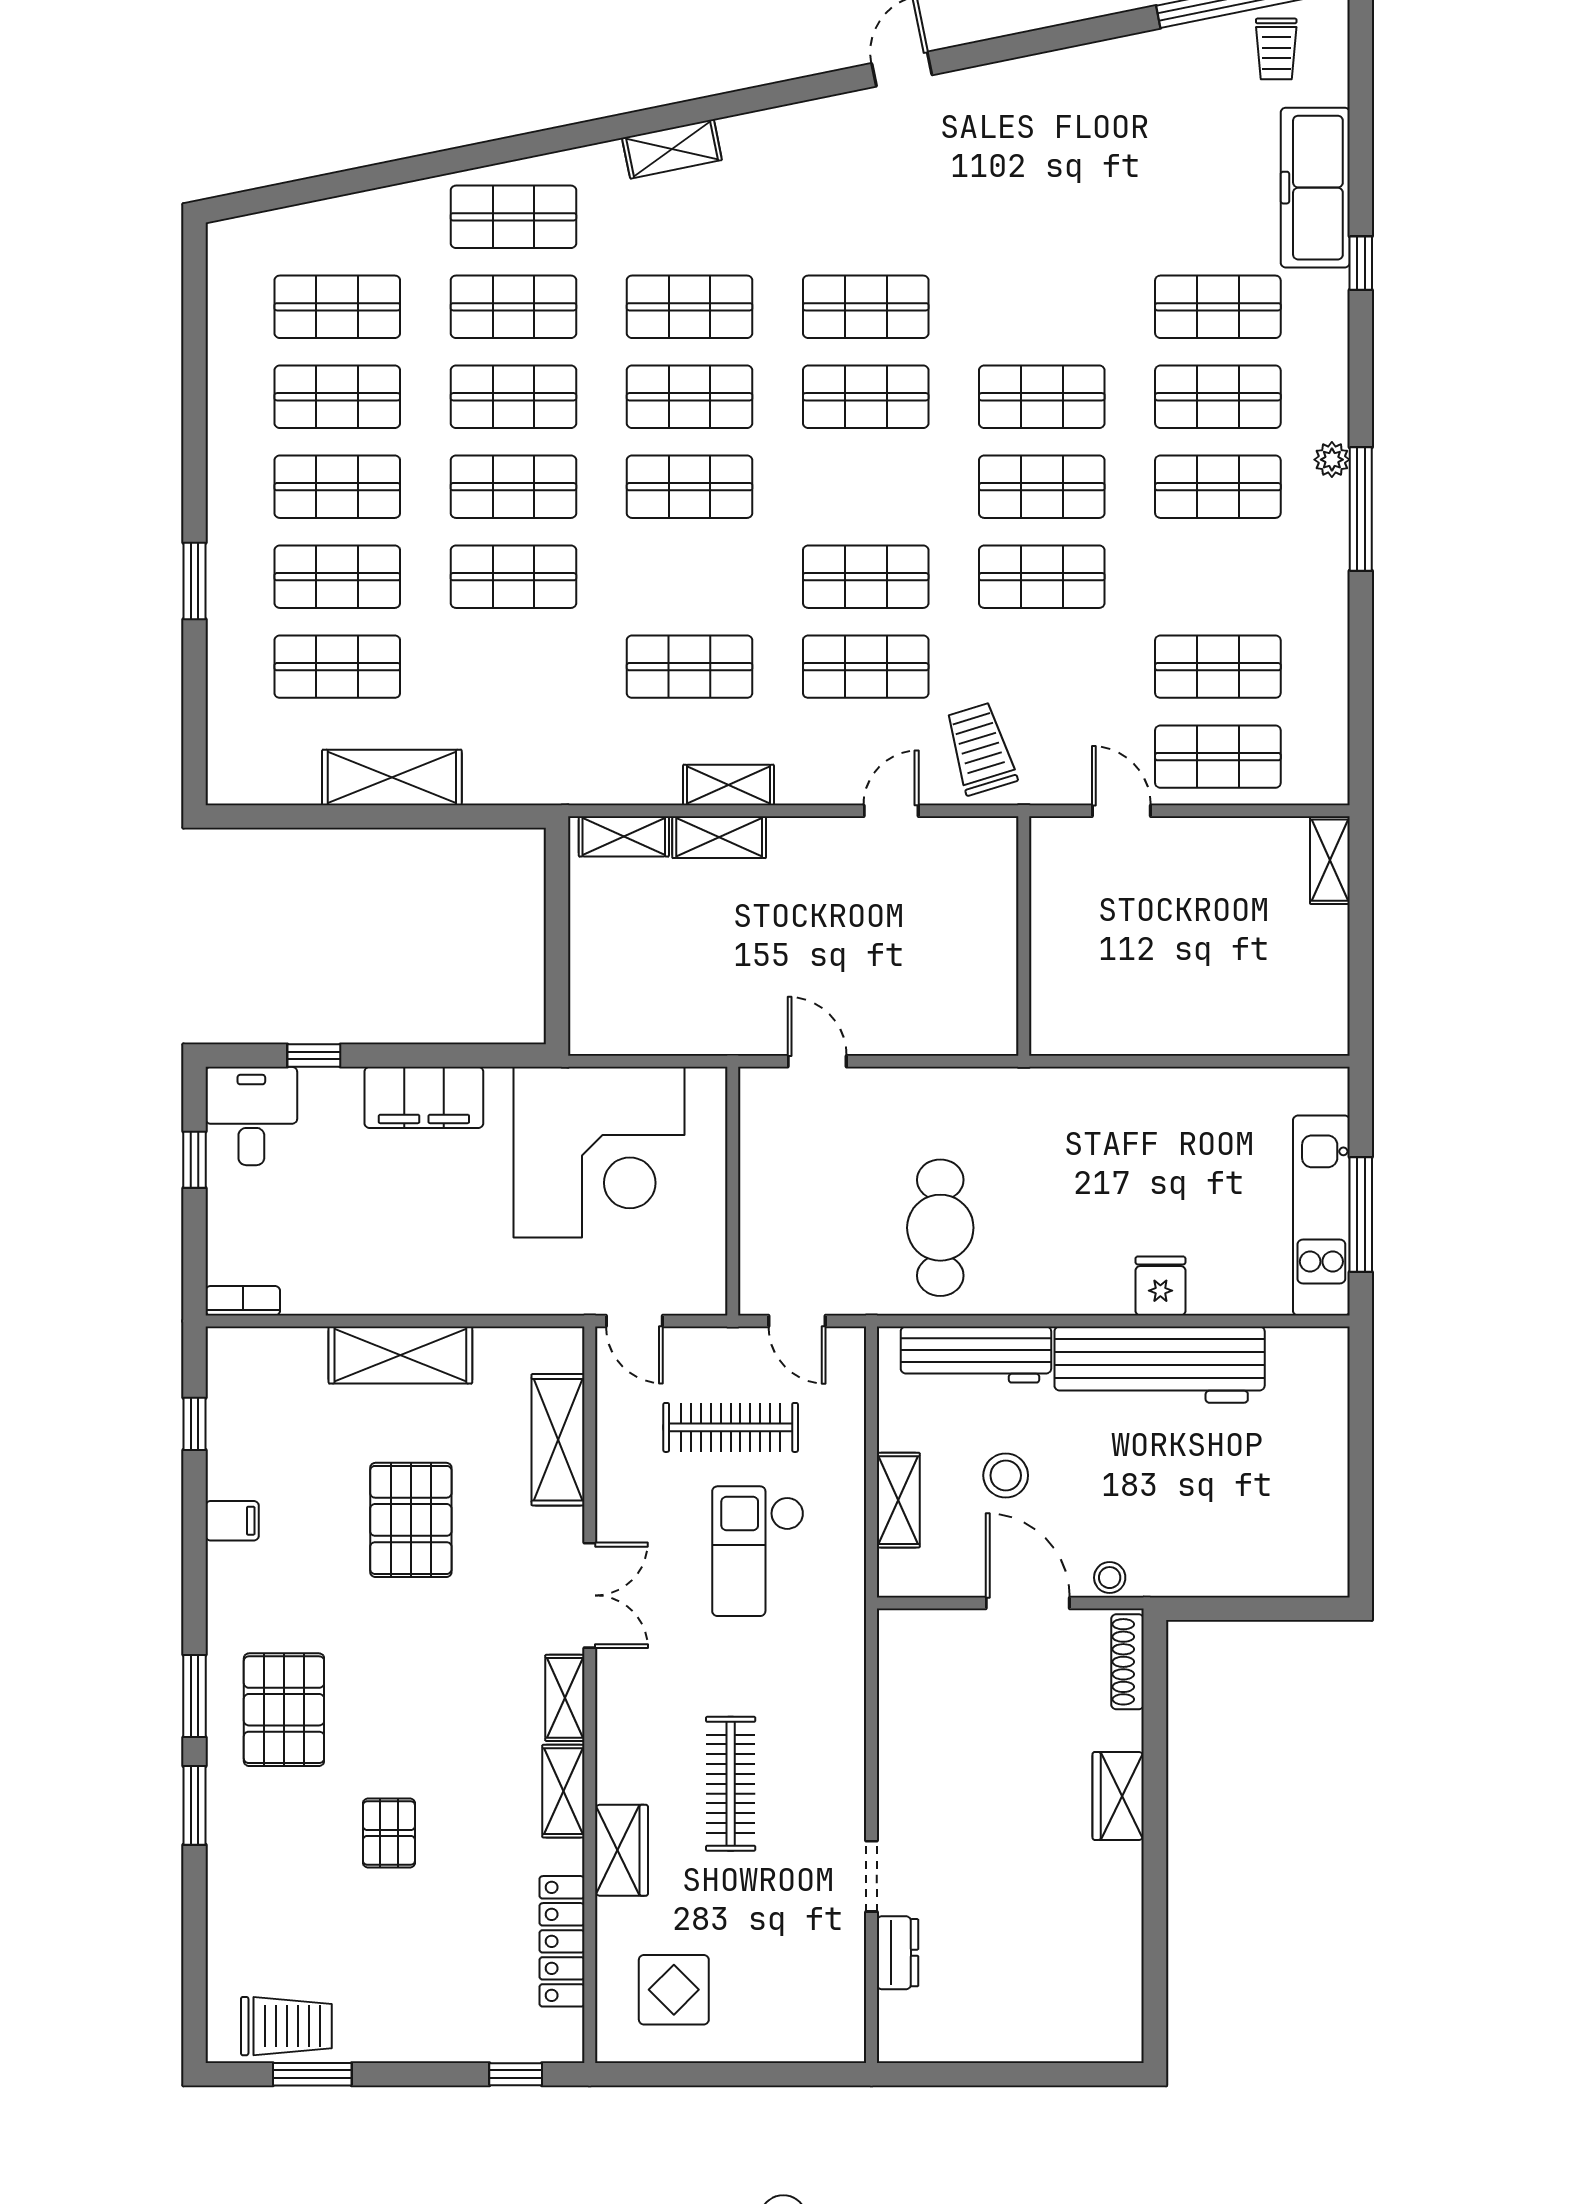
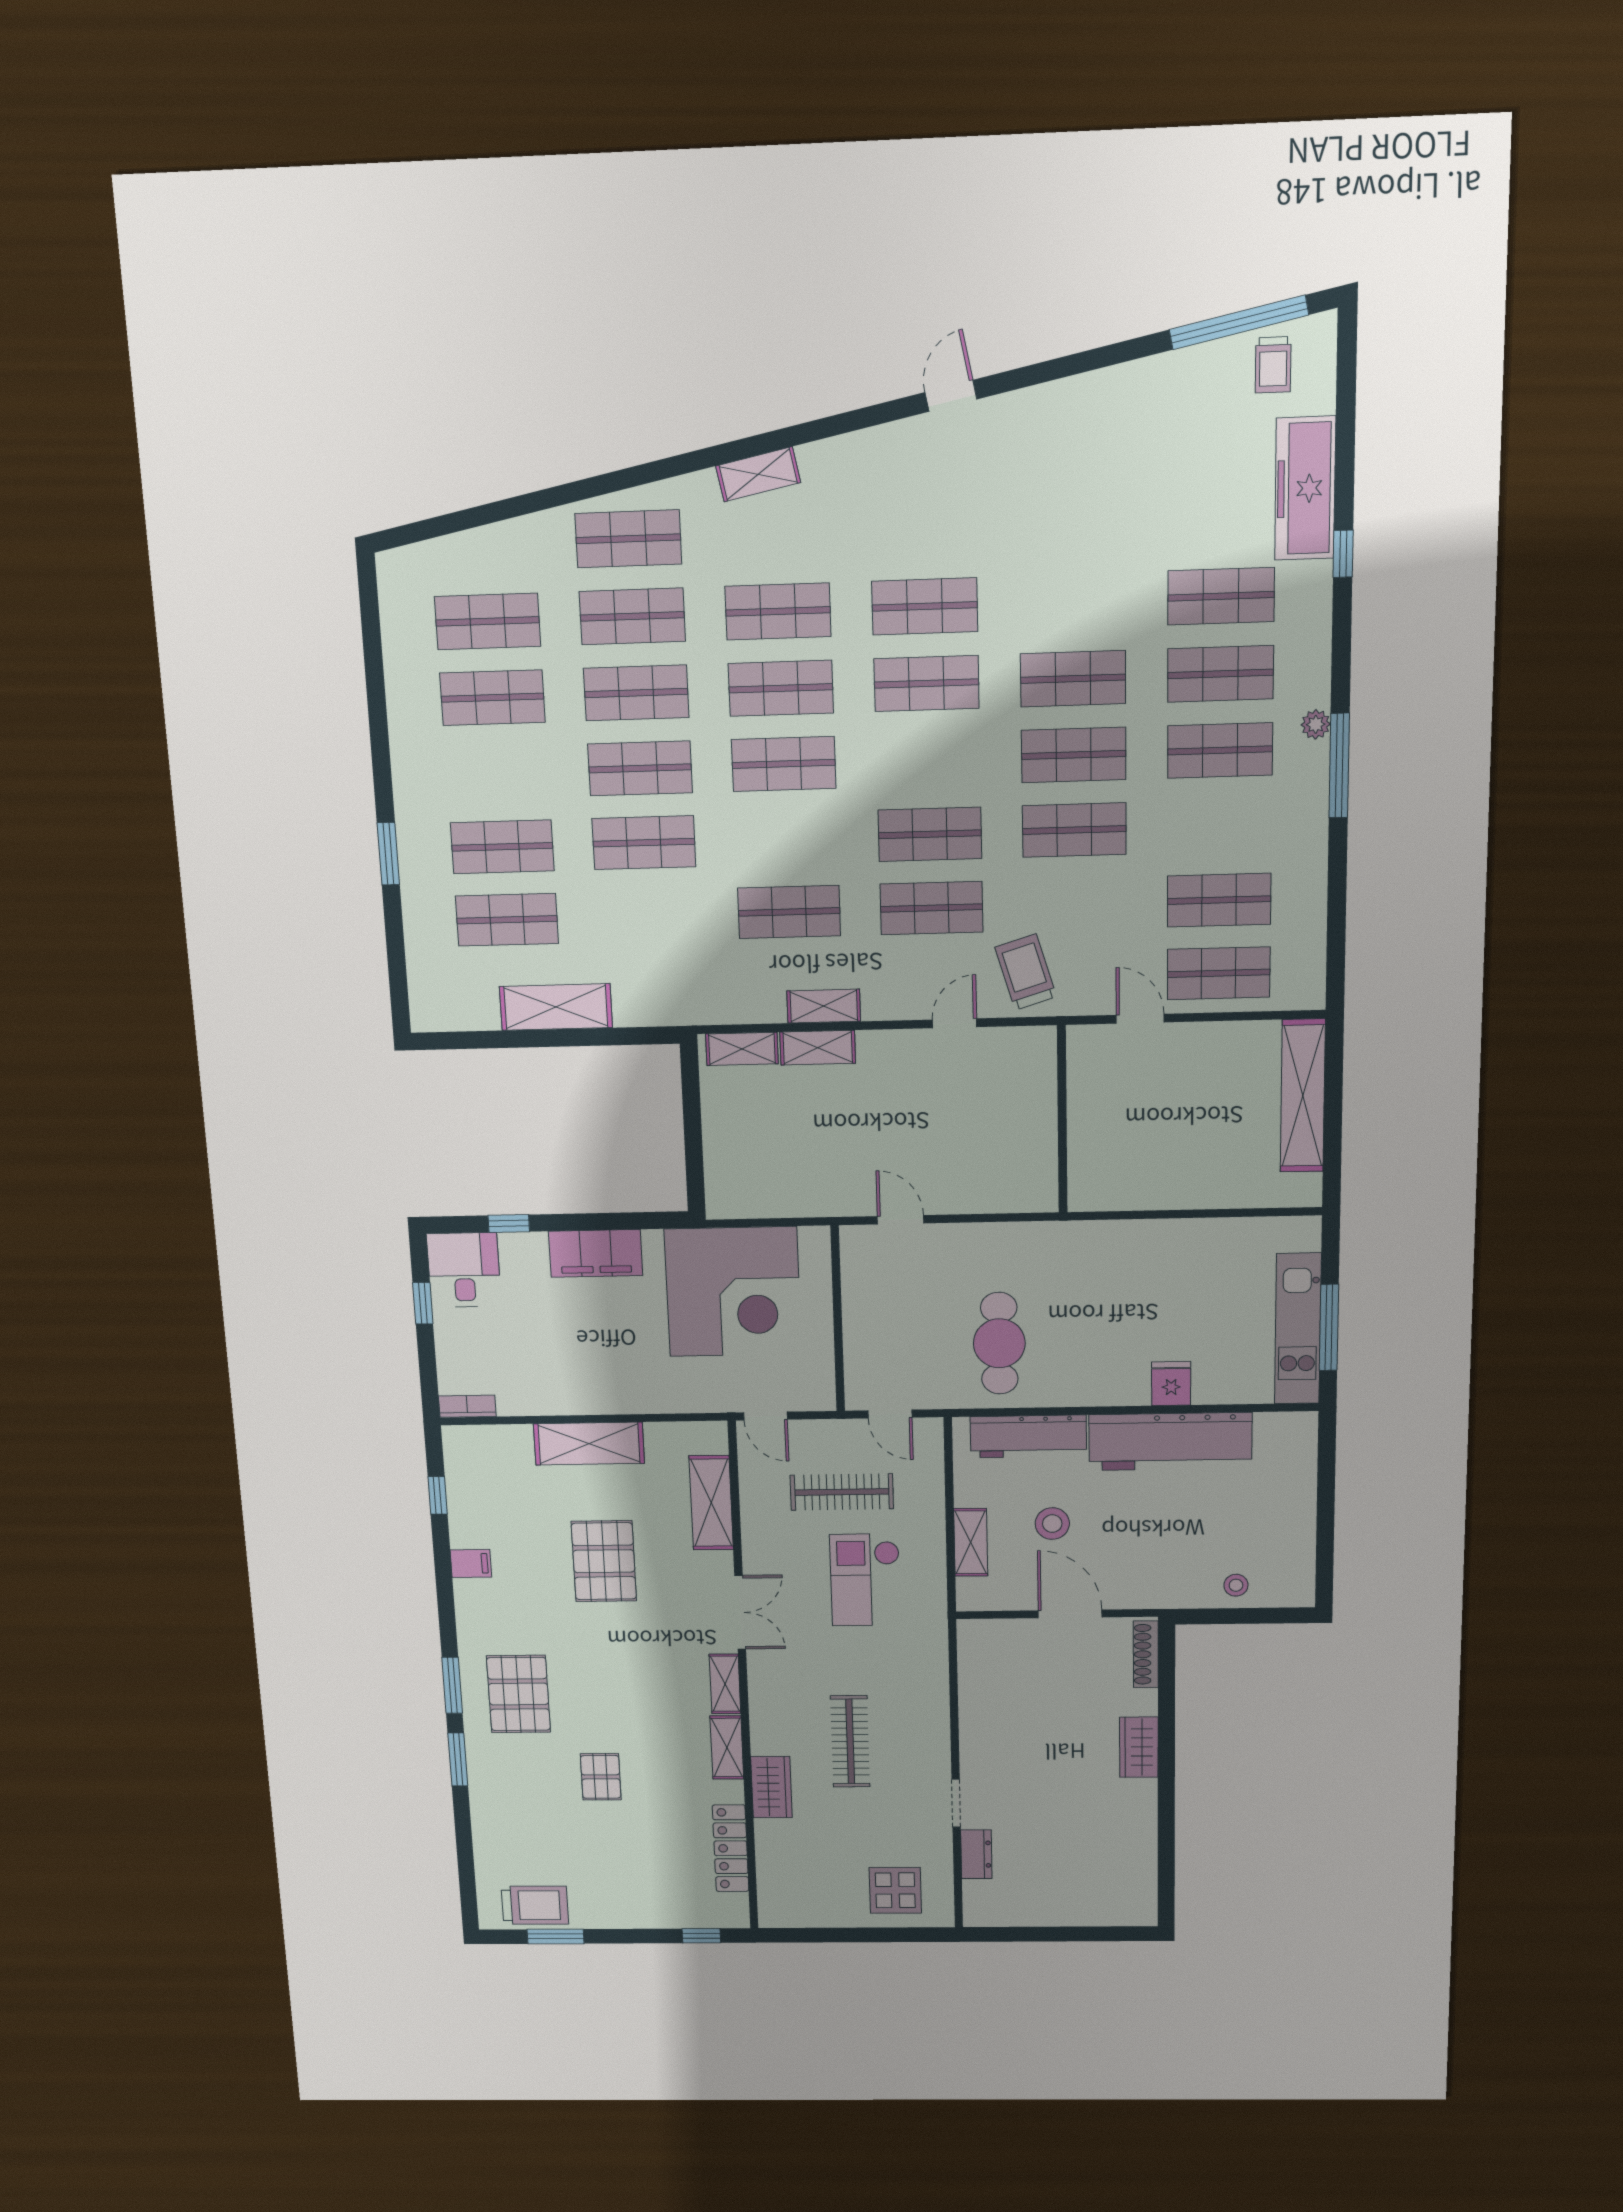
shop shelf: (337, 487) -> (497, 773), removed
shelving: (1330, 860) -> (1303, 1096), width x2.20, depth x1.33
stool: (1110, 1578) -> (1236, 1585), moved
display table: (674, 1990) -> (895, 1890), moved

